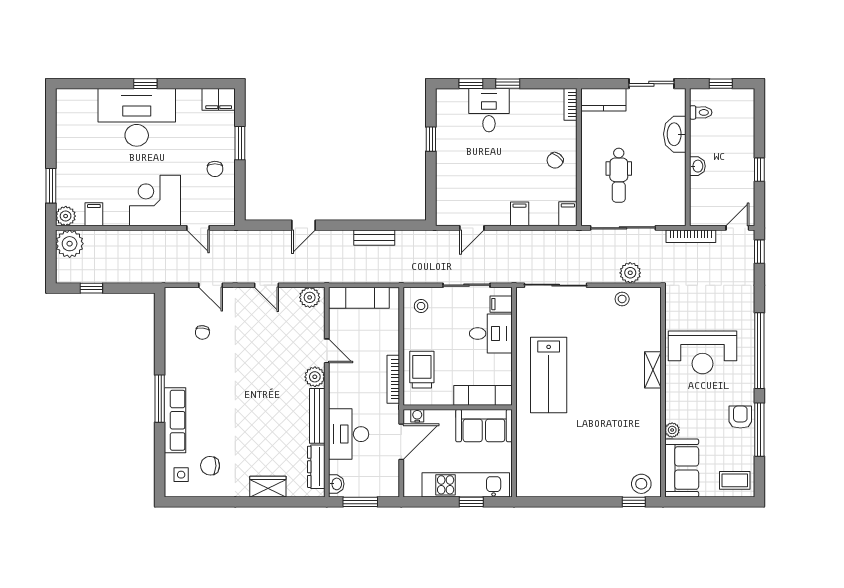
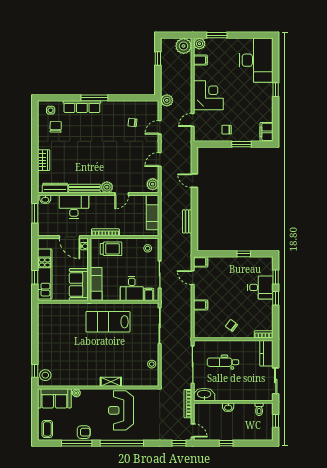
desk: (137, 117) -> (256, 60), moved
washbasin: (675, 134) -> (204, 394), moved
filing cabinet: (568, 214) -> (201, 262), moved
plant: (630, 273) -> (167, 100), moved

